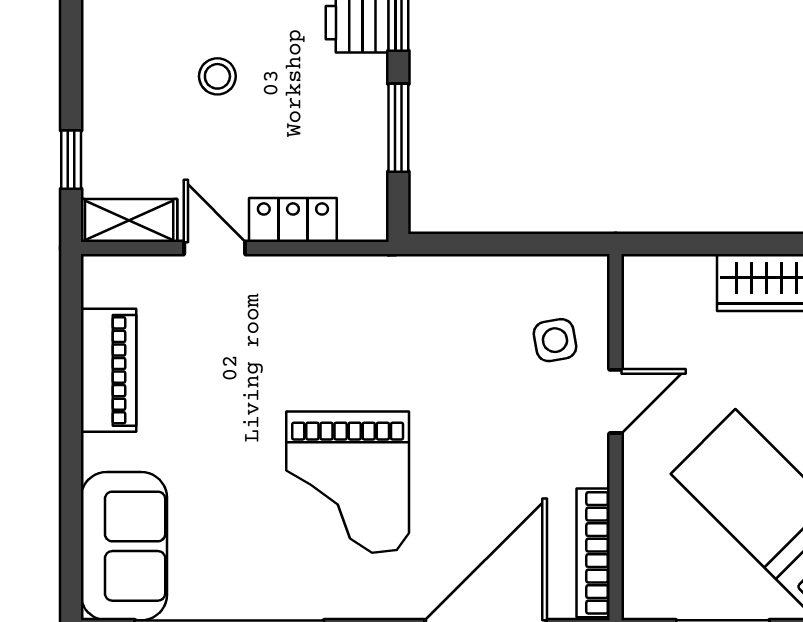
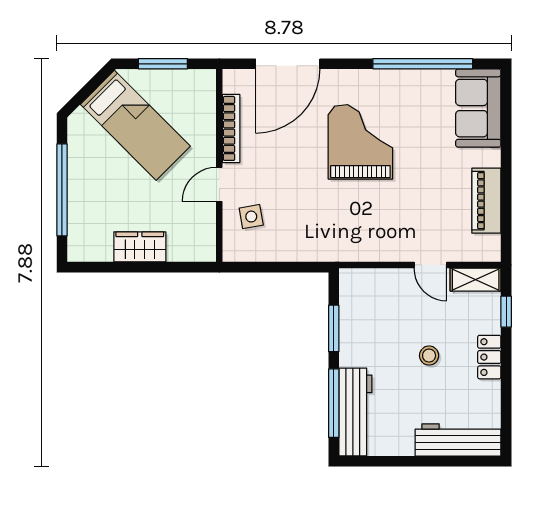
locker: (293, 220) -> (489, 357), moved, turned 90
bookcase: (593, 553) -> (231, 128), moved

